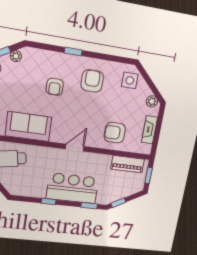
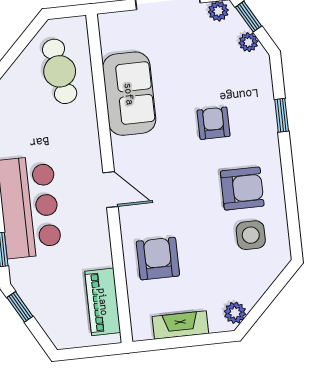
window: (73, 51) -> (282, 115), moved
side table: (130, 80) -> (251, 235), moved
armchair: (55, 87) -> (214, 123), turned 90
window: (149, 175) -> (90, 352), removed

